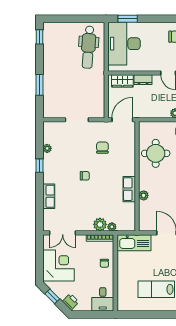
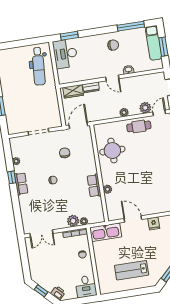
desk: (124, 44) -> (65, 54), width x0.73, depth x0.77
row of seats: (49, 196) -> (21, 184), moved
corner desk: (58, 265) -> (42, 263), removed

